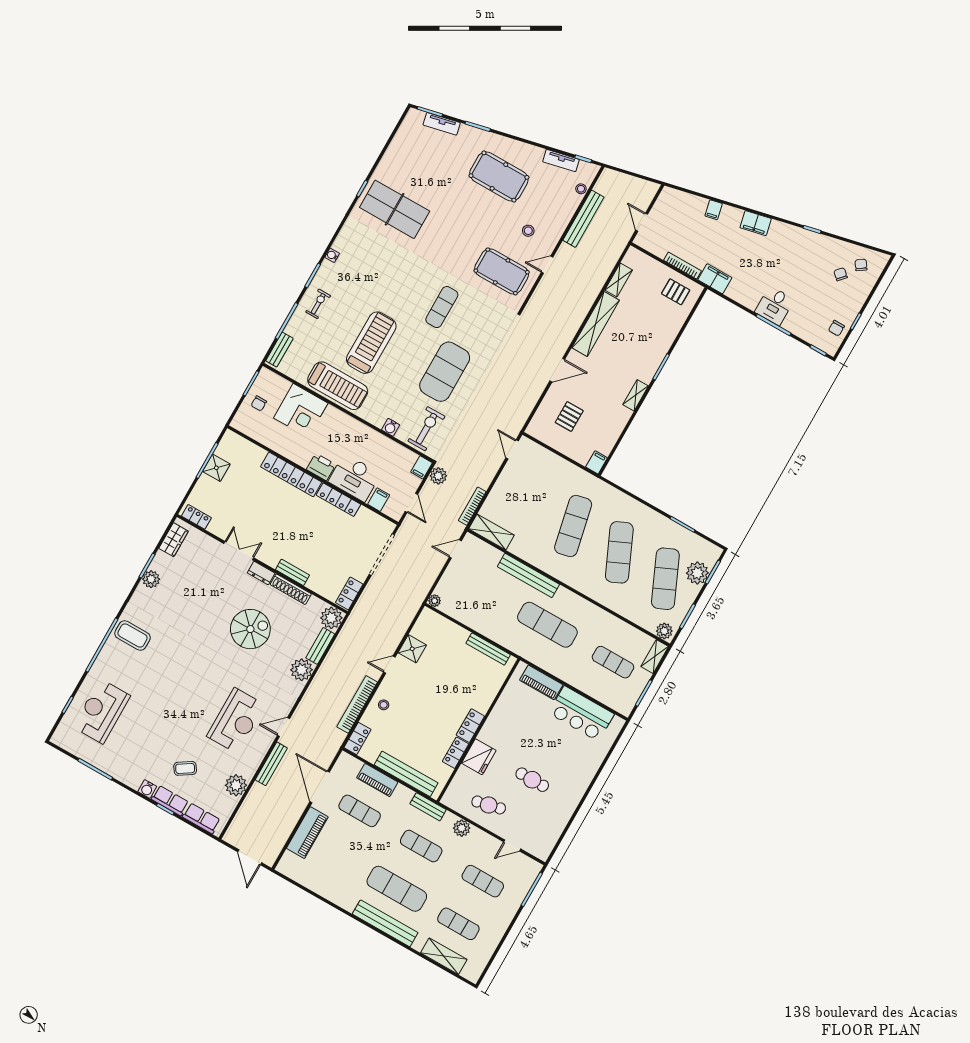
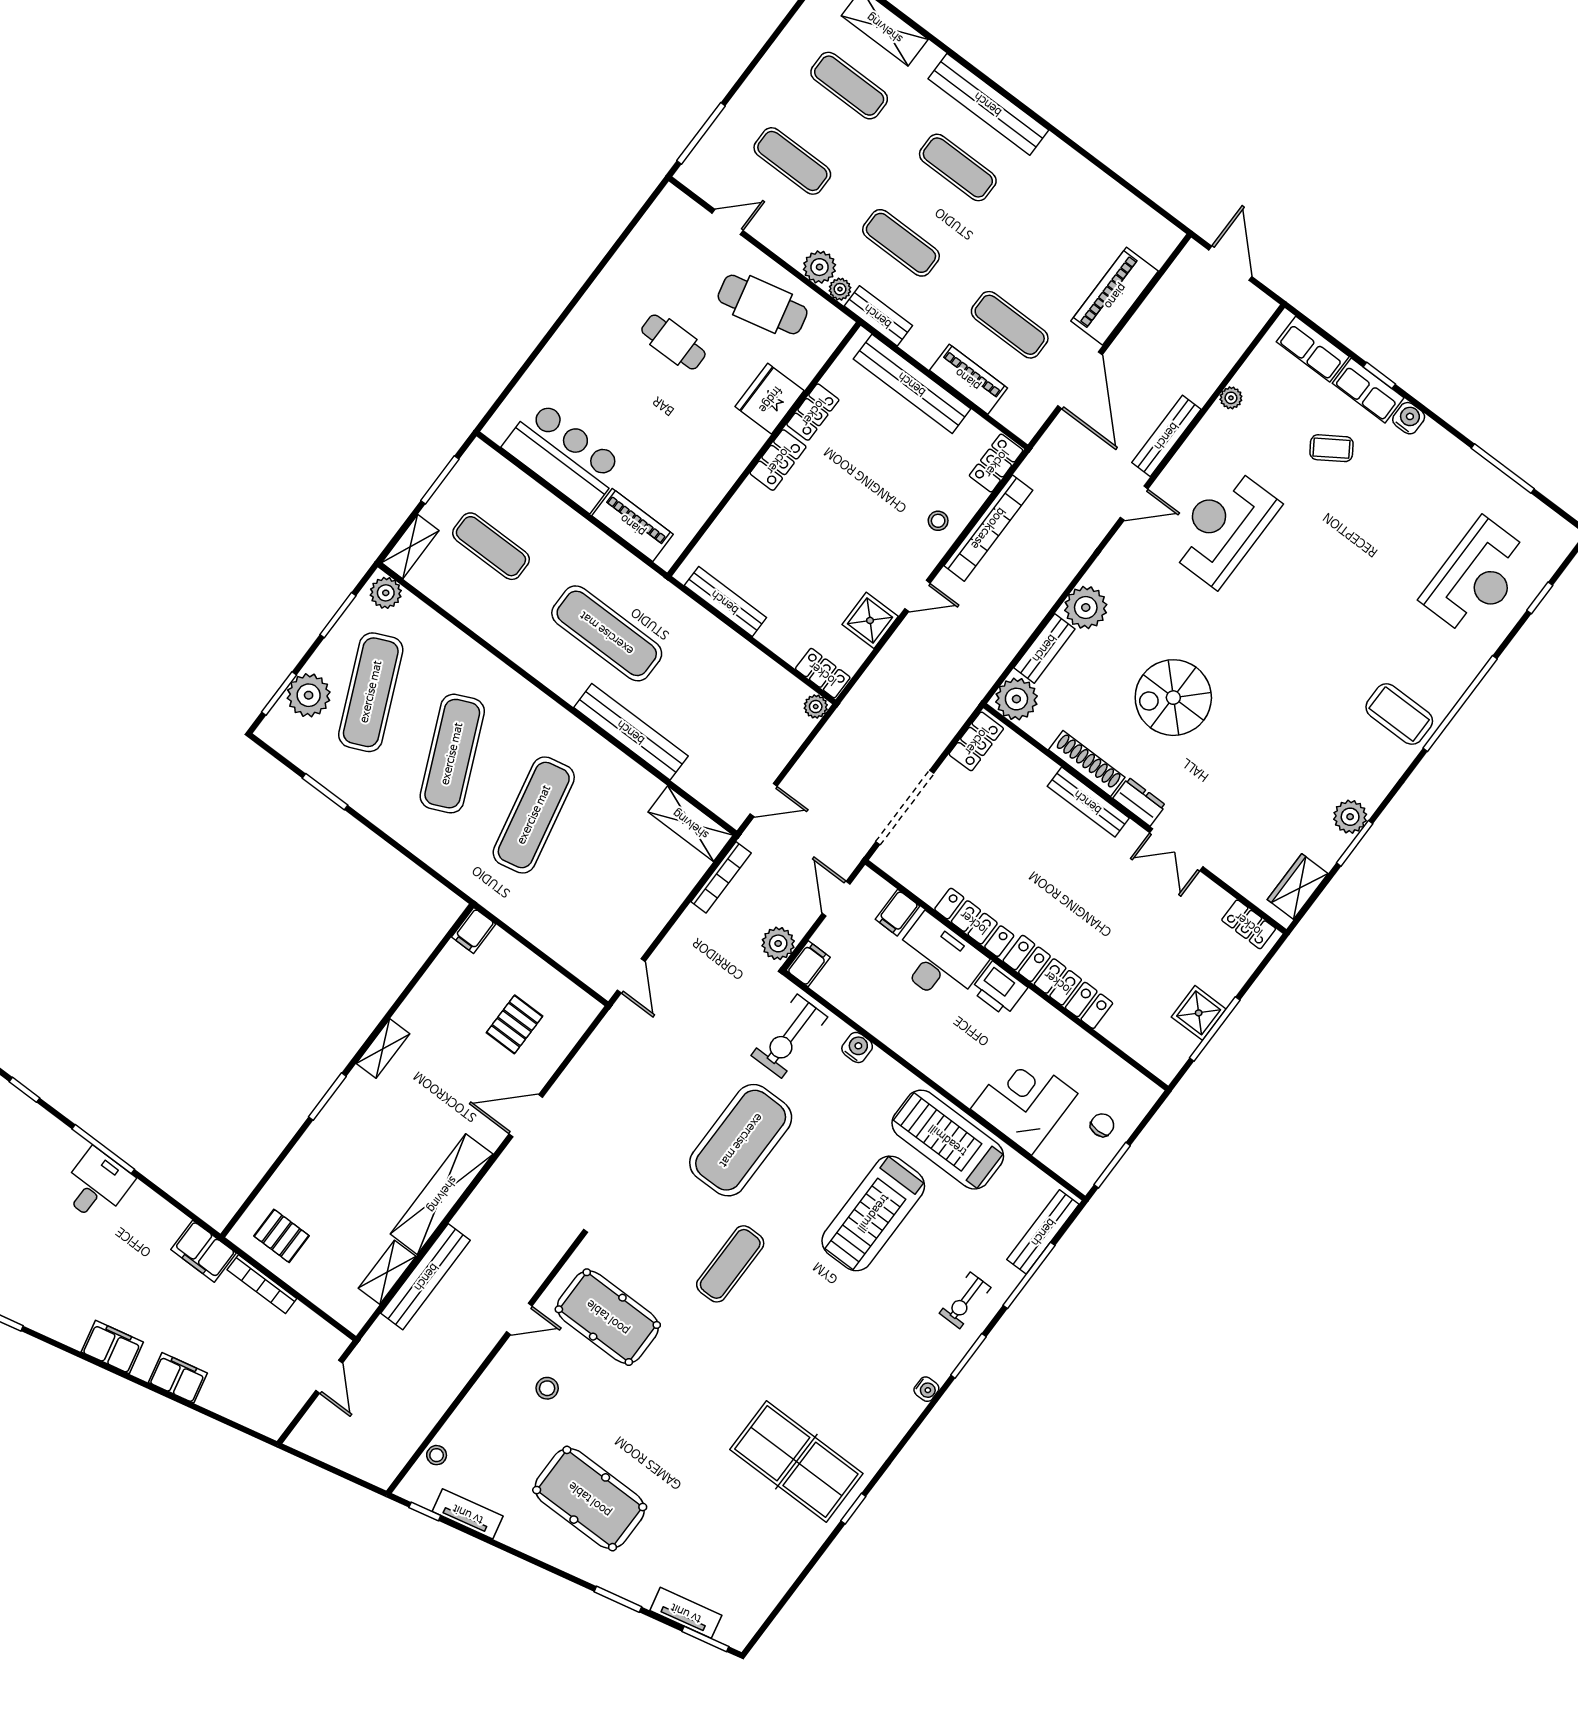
filing cabinet: (714, 210) -> (178, 1378), width x2.00
bench: (583, 219) -> (426, 1277), moved
bench: (279, 350) -> (1043, 1232), width x1.36
bench: (292, 572) -> (1088, 802), width x1.36
locker: (433, 618) -> (823, 673), added
plant: (236, 785) -> (1231, 398), width x0.53, depth x0.53
cafe table: (489, 805) -> (763, 304), width x1.37, depth x1.35
plant: (450, 818) -> (840, 289), added
exercise mat: (397, 889) -> (958, 167), width x0.73, depth x0.69

